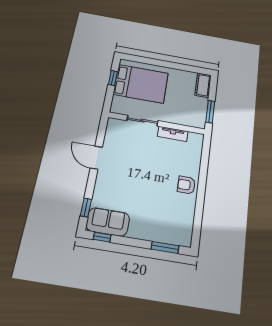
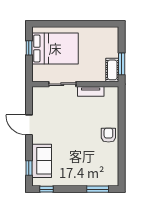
cot: (203, 85) -> (112, 70), moved
armchair: (186, 185) -> (108, 135), turned 90
sofa: (108, 222) -> (42, 161), moved, turned 90

